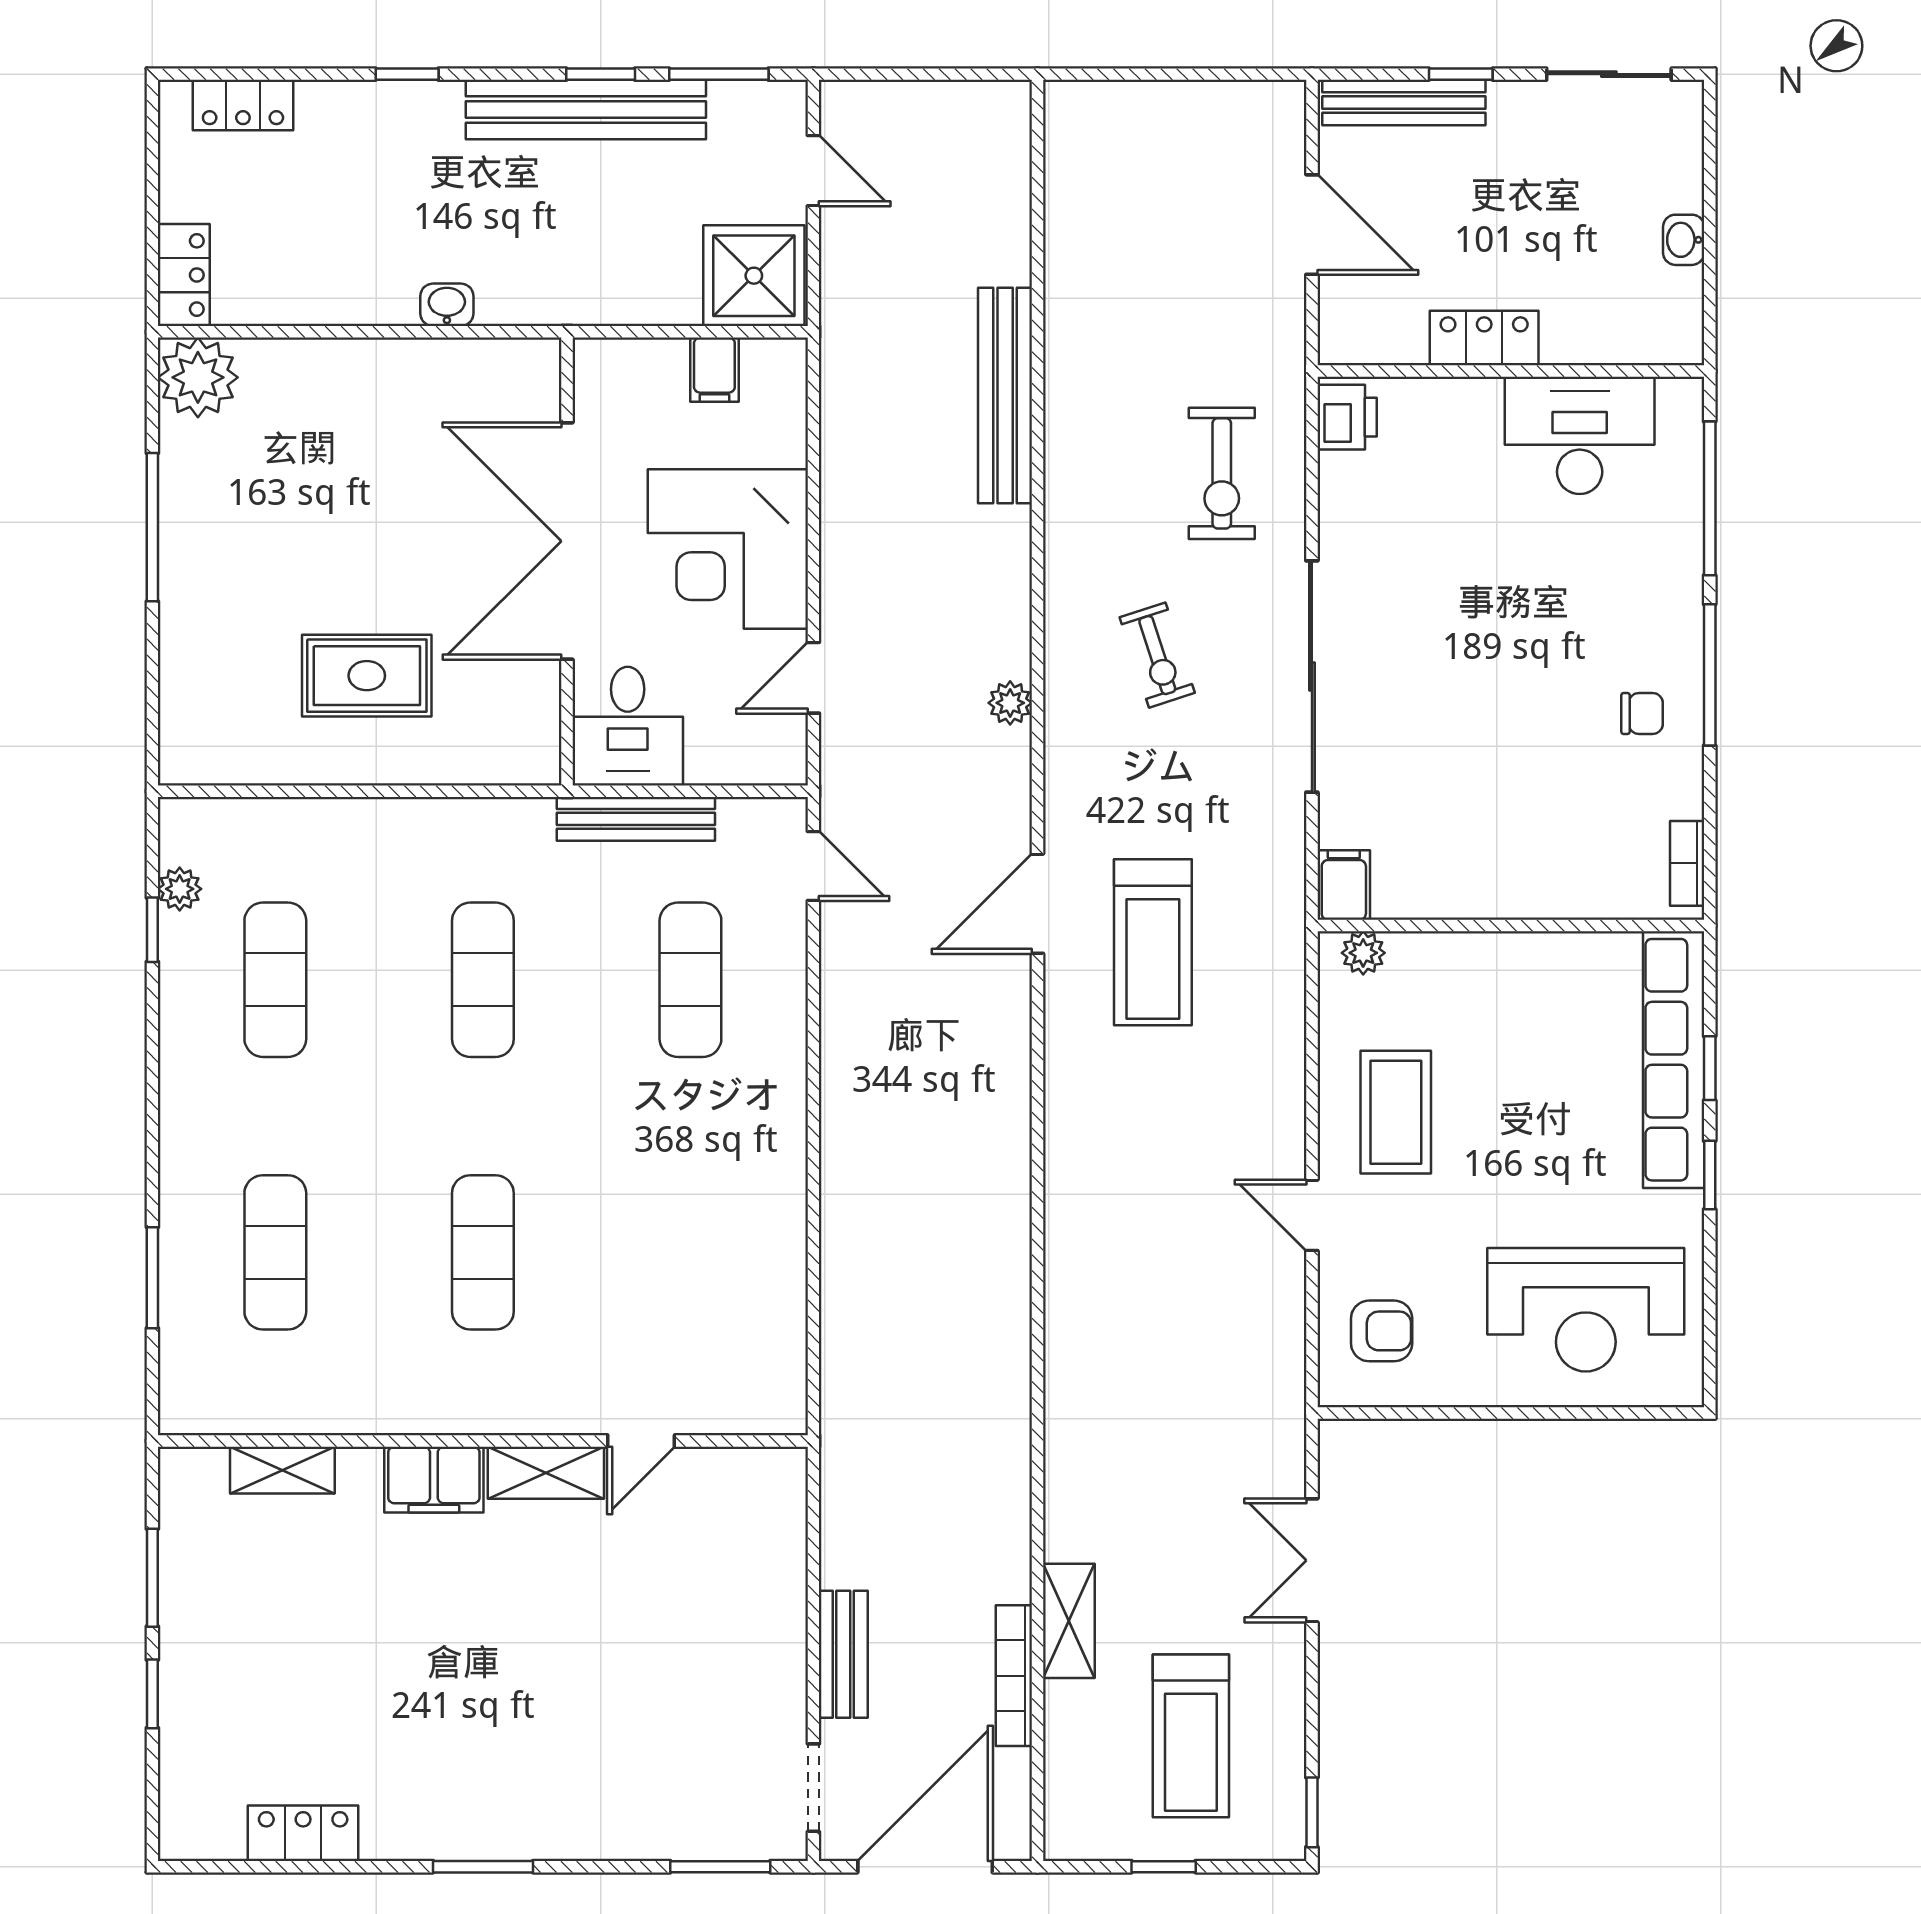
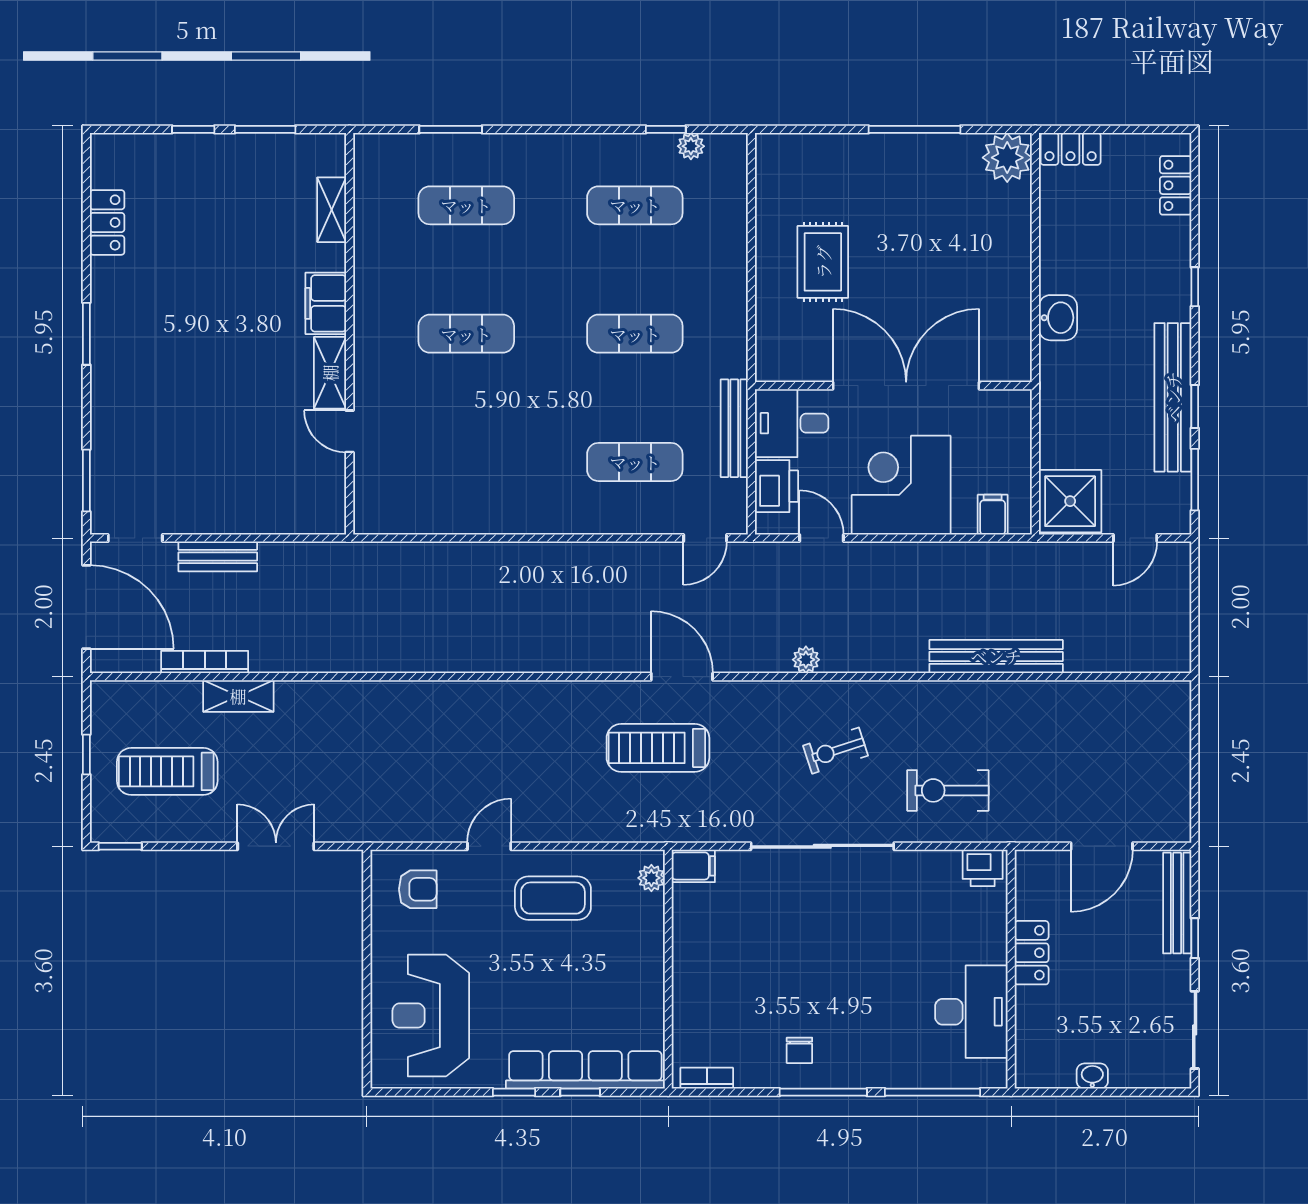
washbasin: (447, 305) -> (1058, 318), width x1.38, depth x1.45
filing cabinet: (714, 370) -> (993, 515), moved, turned 90
printer: (729, 751) -> (776, 486), added
armchair: (1382, 1331) -> (418, 889), turned -90

